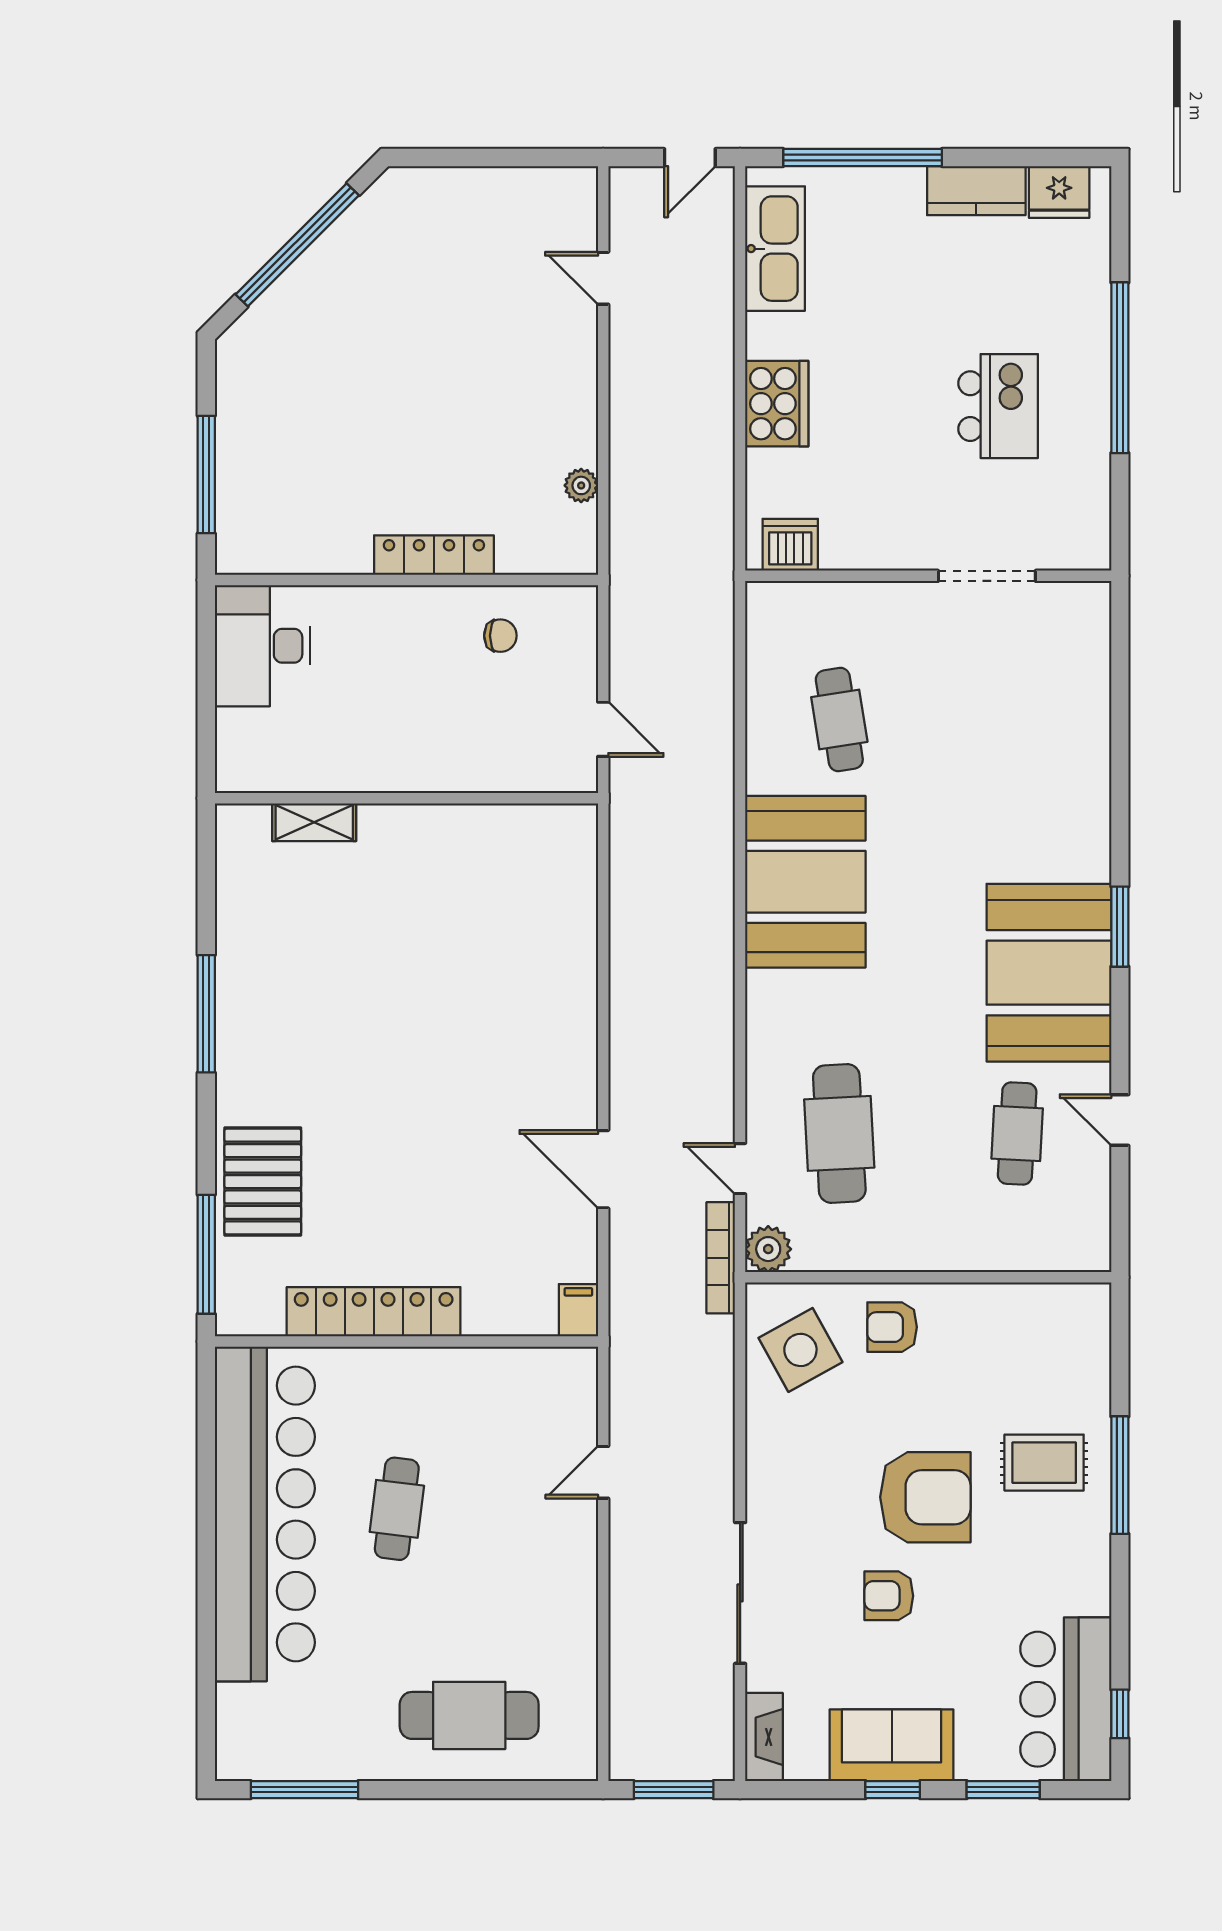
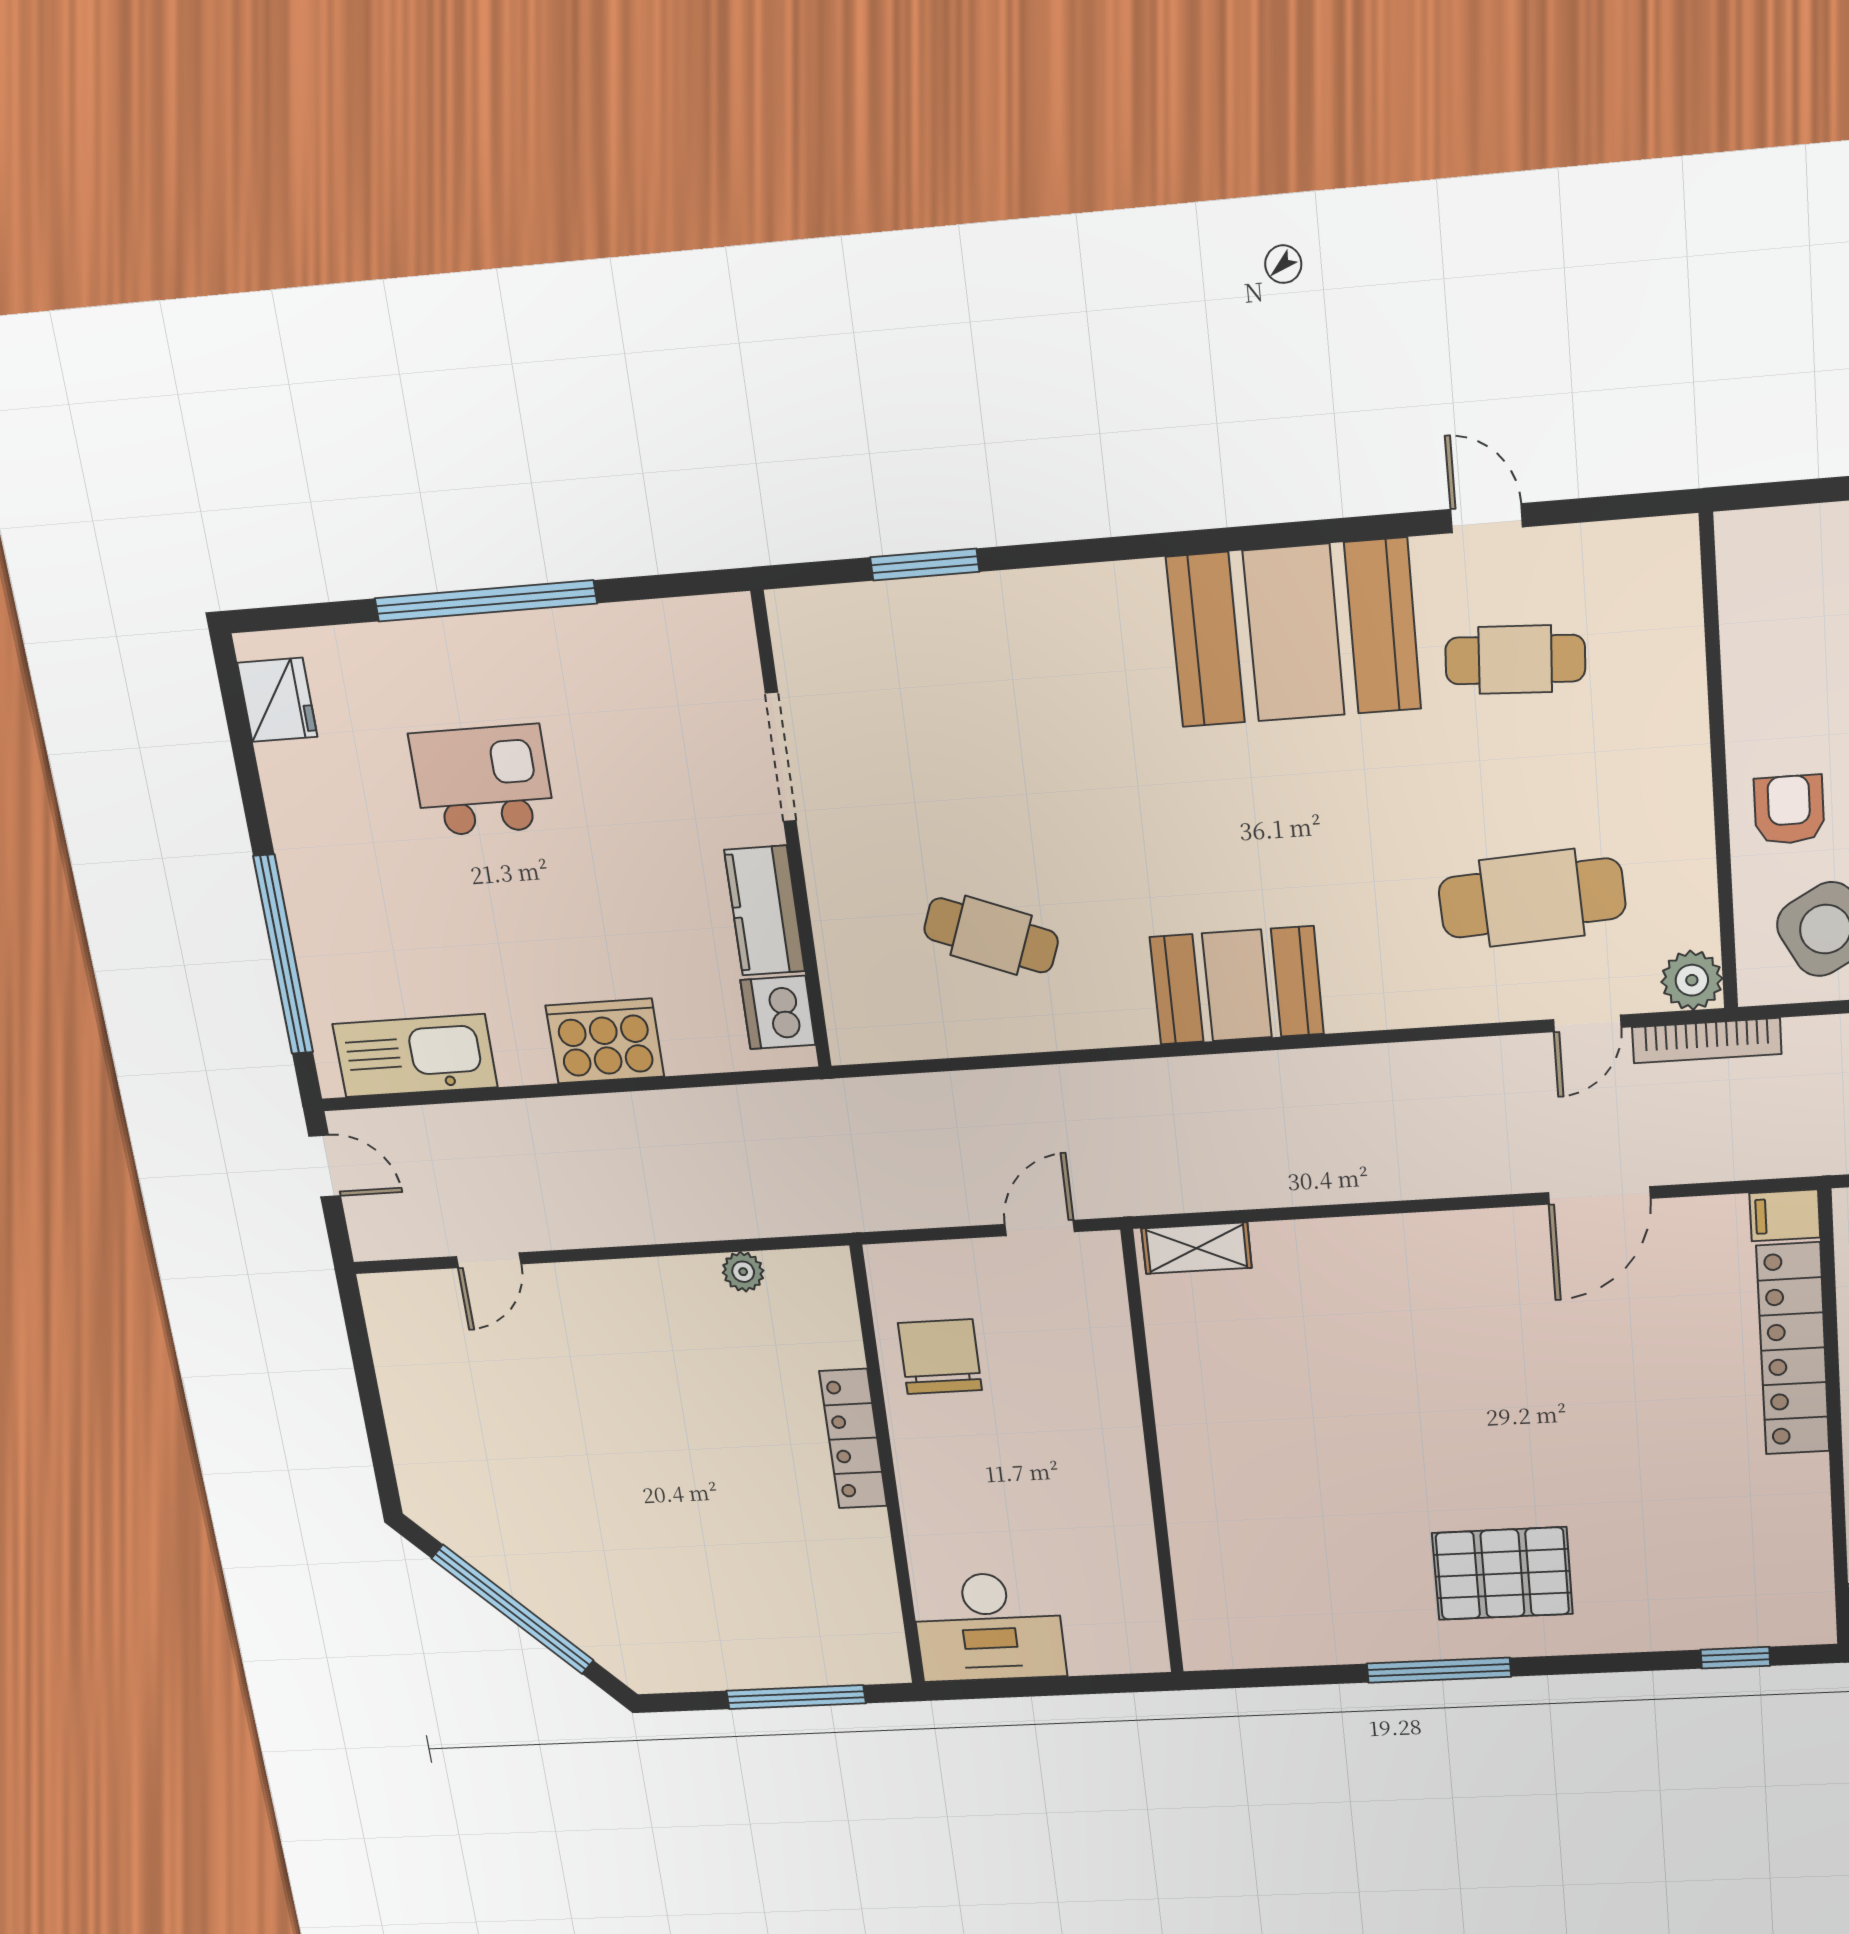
kitchen counter: (976, 191) -> (765, 911), moved, turned 180
kitchen island: (998, 406) -> (482, 780), moved
chair: (500, 636) -> (940, 1357), width x1.87, depth x1.87
cafe table: (839, 720) -> (991, 935), turned 30
shelving: (314, 822) -> (1197, 1248), moved, turned 90
booth: (805, 882) -> (1237, 985), width x0.73, depth x0.70
window: (1120, 927) -> (925, 565), moved
door: (1120, 1120) -> (1487, 518), swing flipped
pallet: (263, 1182) -> (1502, 1574), moved
window: (206, 1254) -> (1735, 1658), width x0.46
locker: (374, 1312) -> (1793, 1349), moved
armchair: (892, 1327) -> (1789, 810), turned 180

